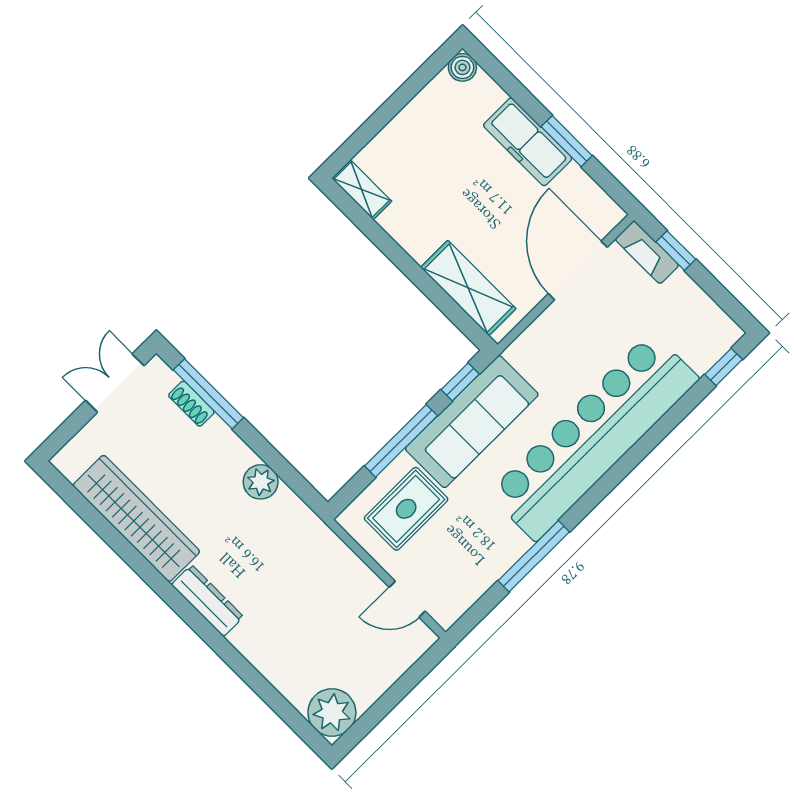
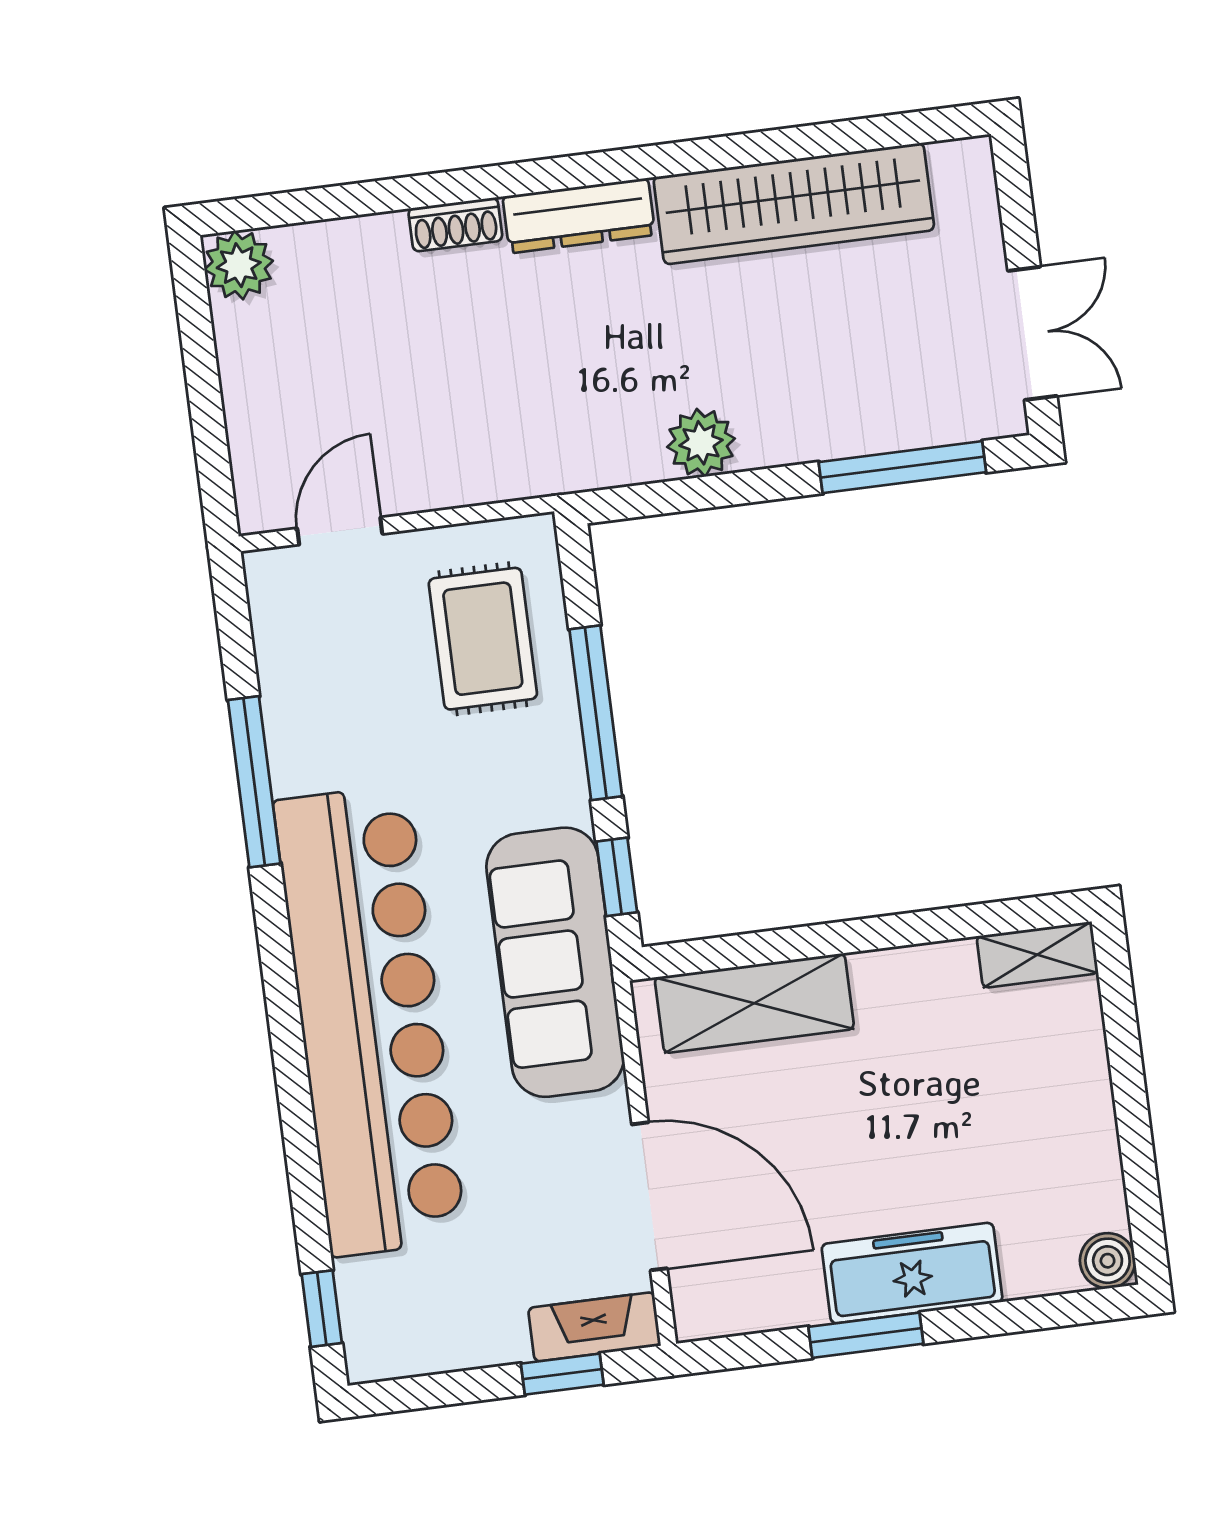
shoe rack: (191, 404) -> (455, 225), moved, turned 180
sofa: (472, 422) -> (555, 962), moved
plant: (332, 713) -> (239, 265), width x0.73, depth x0.73

